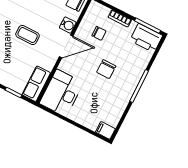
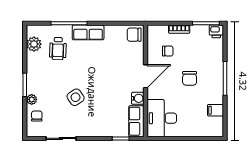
water cooler: (68, 25) -> (138, 98), moved
coffee table: (28, 35) -> (108, 83), removed
printer: (146, 38) -> (216, 31), width x0.53, depth x0.68
filing cabinet: (105, 130) -> (215, 110), moved

